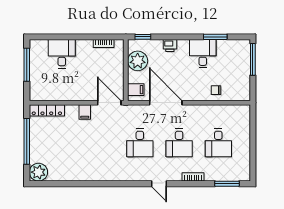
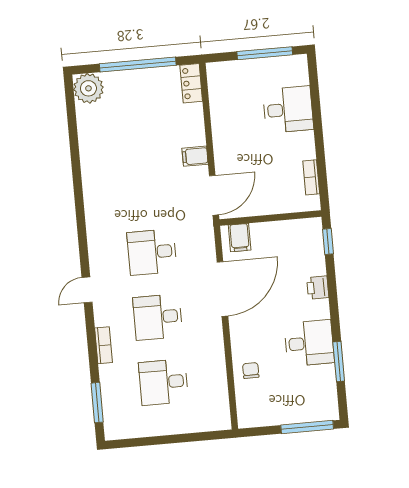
plant: (138, 61) -> (288, 236), removed
locker: (47, 110) -> (191, 83), width x0.66

